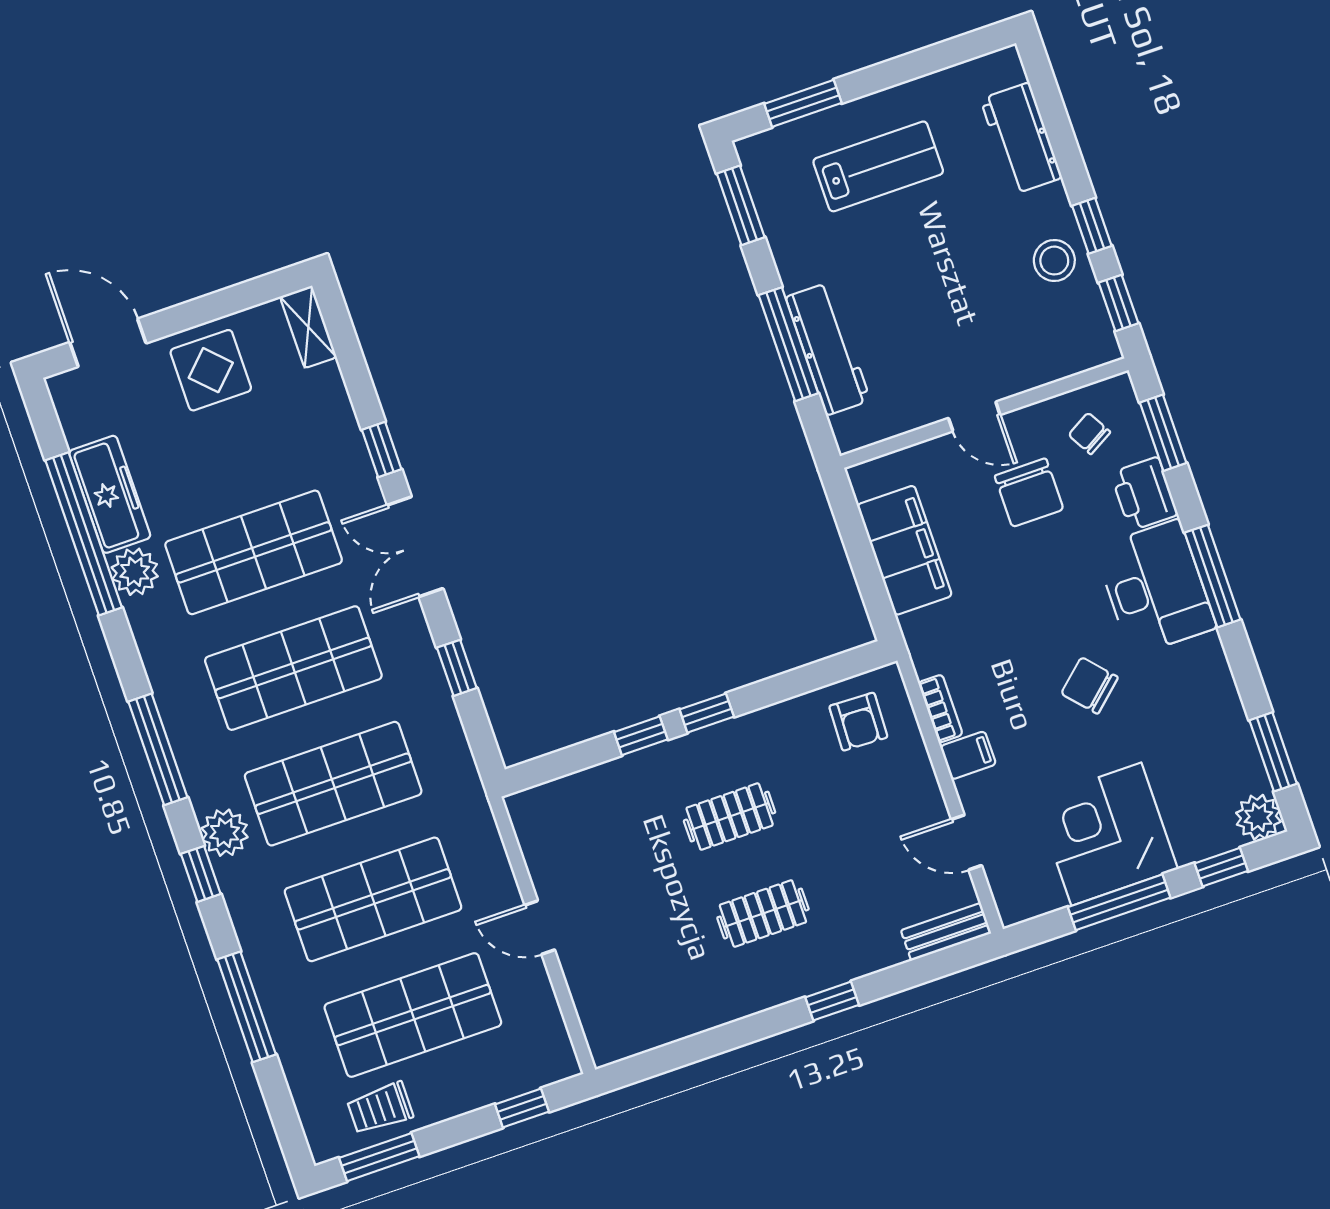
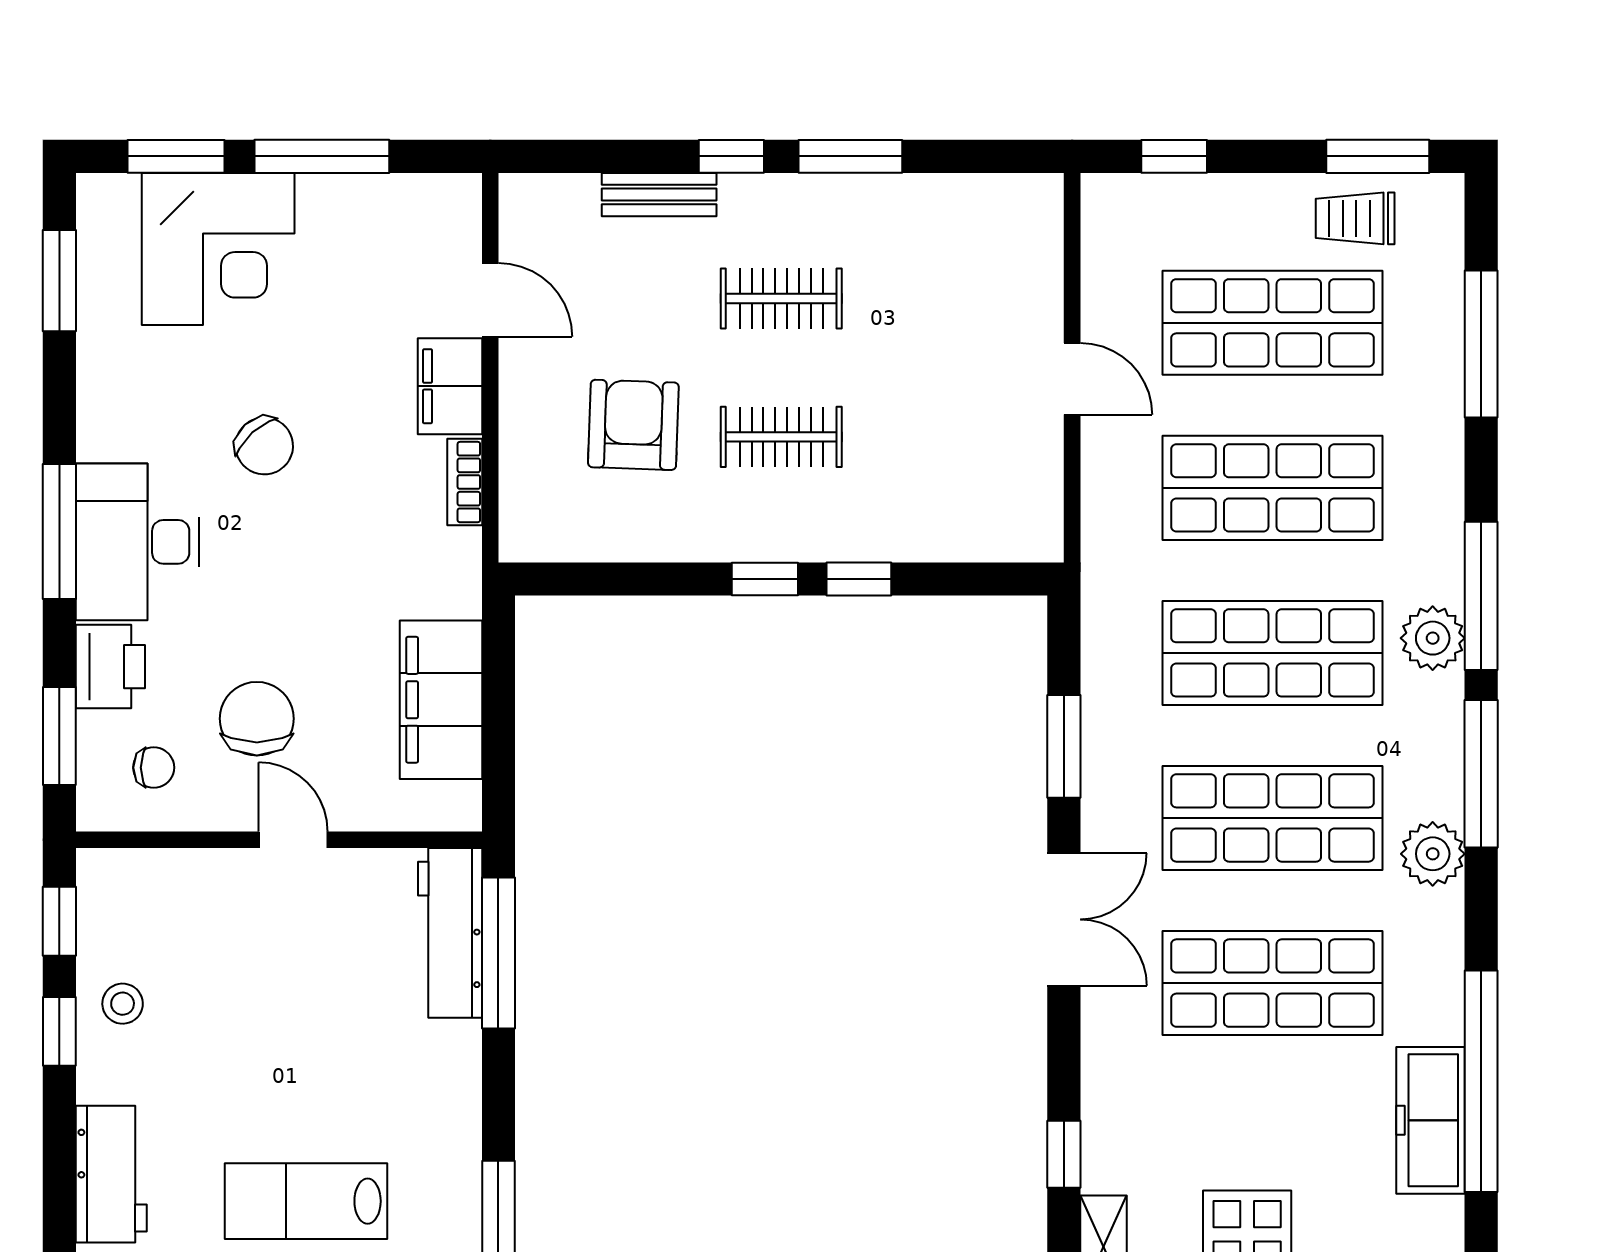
stool: (1054, 261) -> (123, 1004), width x0.73, depth x0.73
window: (788, 344) -> (498, 953), moved
workbench: (828, 349) -> (450, 933), moved
chair: (1089, 433) -> (154, 768), turned -60
window: (382, 450) -> (1064, 1154), moved
plant: (135, 572) -> (1433, 854), moved
window: (457, 668) -> (1064, 746), width x1.50
armchair: (858, 722) -> (633, 425), moved, width x1.38, depth x1.38
filing cabinet: (968, 755) -> (450, 386), width x2.00
plant: (1258, 817) -> (107, 204), removed
corner desk: (1106, 834) -> (218, 249), moved
window: (1221, 867) -> (176, 156), width x1.50
window: (201, 874) -> (1481, 596), width x2.17
bench: (946, 932) -> (659, 195), moved
window: (247, 1007) -> (1481, 344), moved
window: (749, 1030) -> (850, 156), added
trolley: (380, 1108) -> (1355, 218), turned 180

